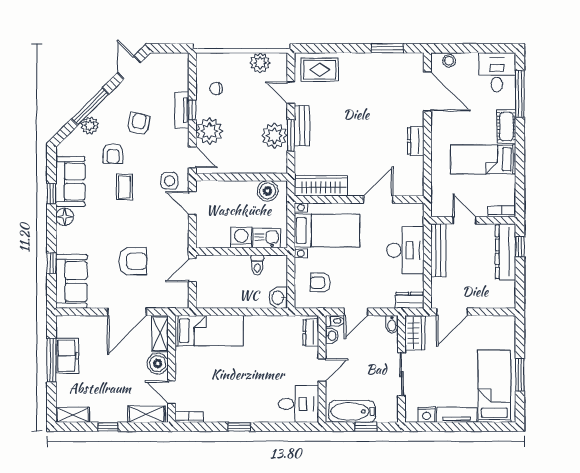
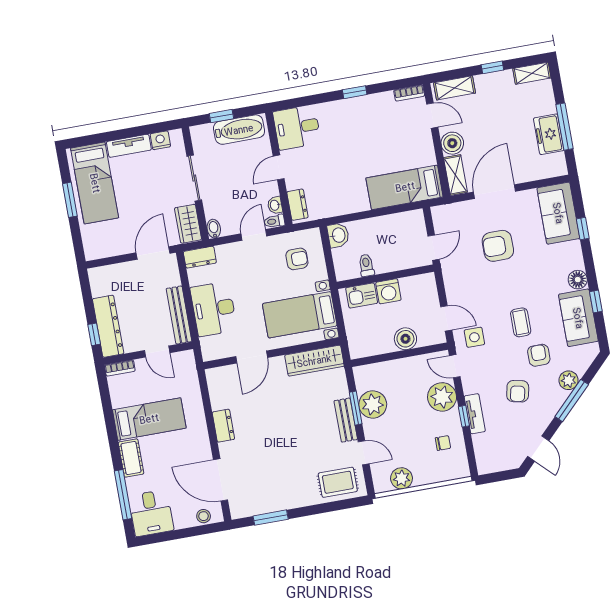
boiler: (268, 191) -> (405, 339), moved

